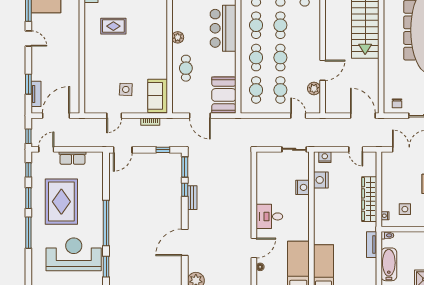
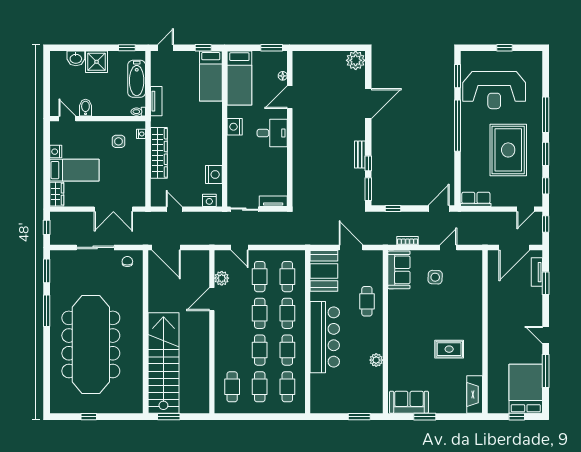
bar counter: (223, 28) -> (325, 337), width x1.36
plant: (178, 37) -> (376, 360), moved
tv unit: (268, 156) -> (273, 201), added
row of seats: (72, 158) -> (476, 199), moved
nightstand: (302, 187) -> (235, 127), moved

